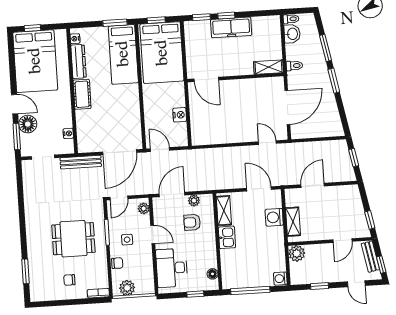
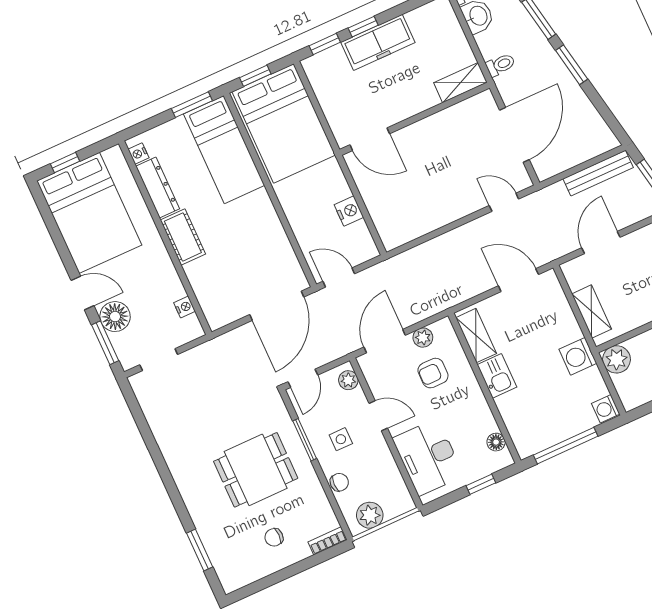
bench: (81, 162) -> (598, 173), moved
washing machine: (274, 217) -> (578, 356), moved

